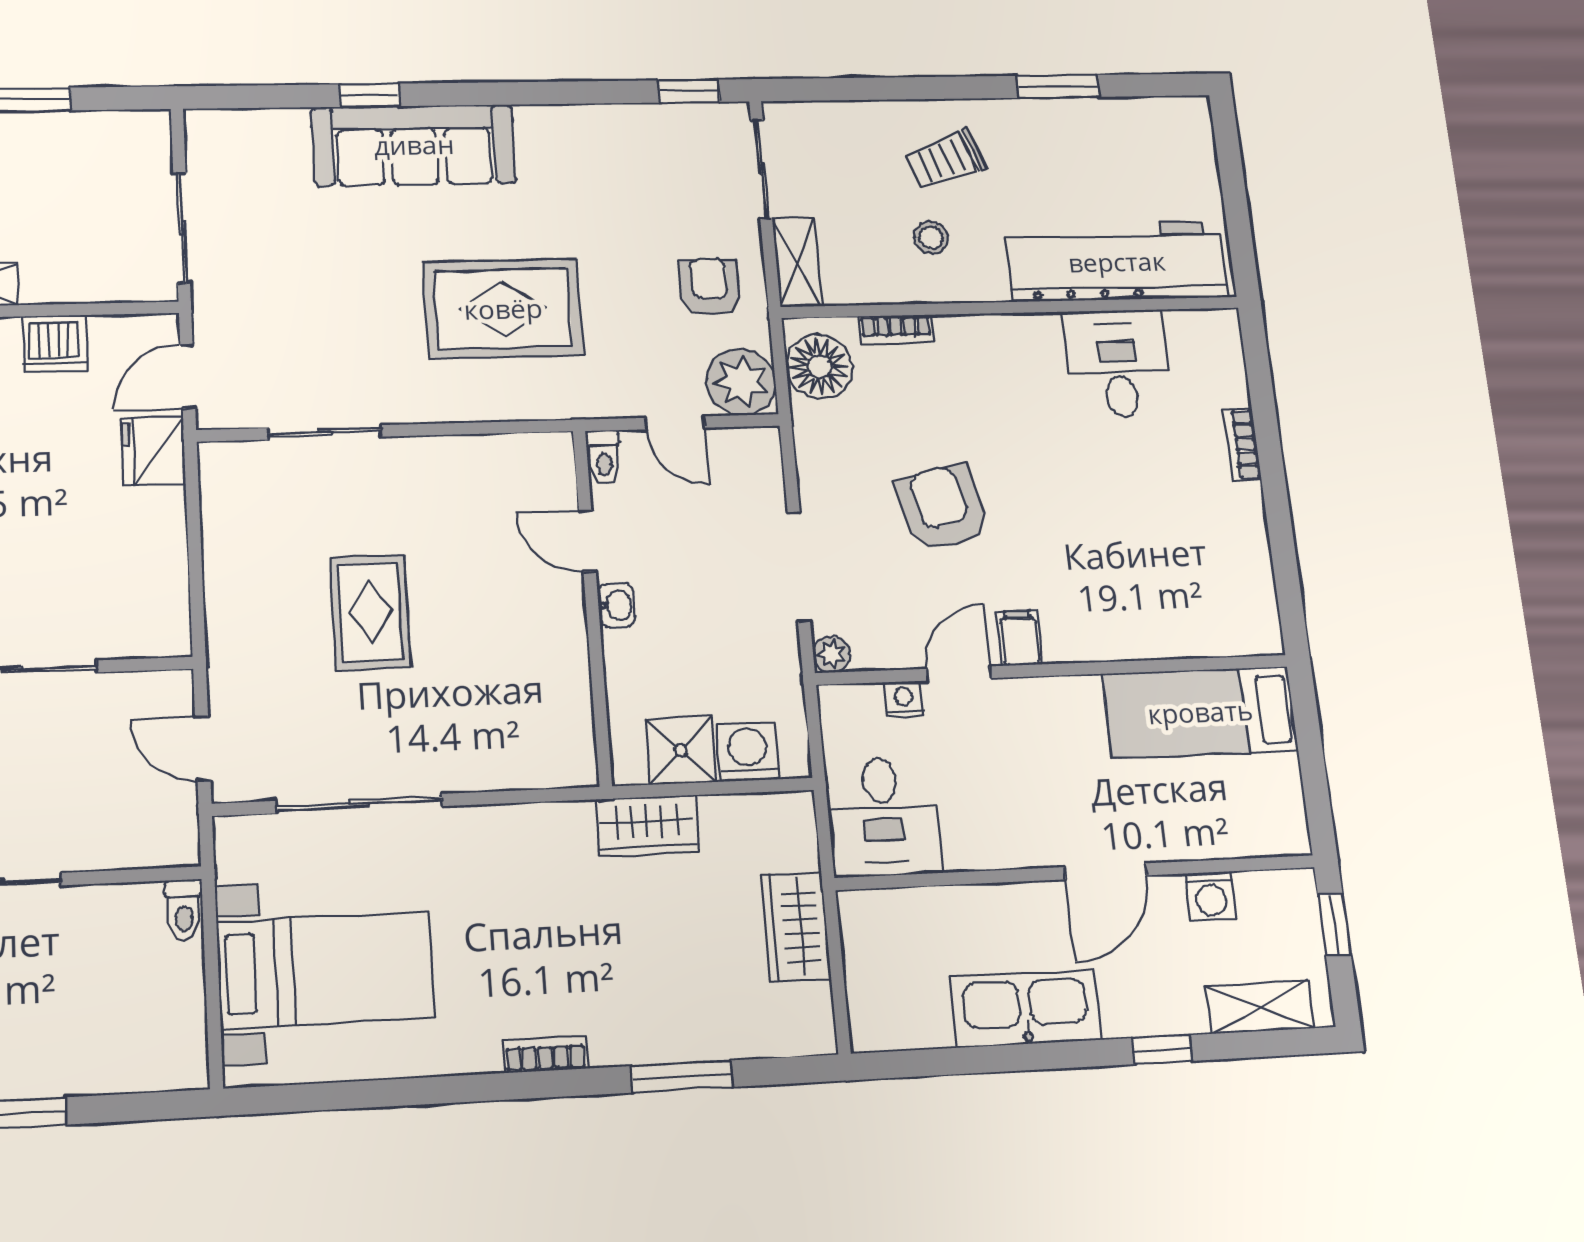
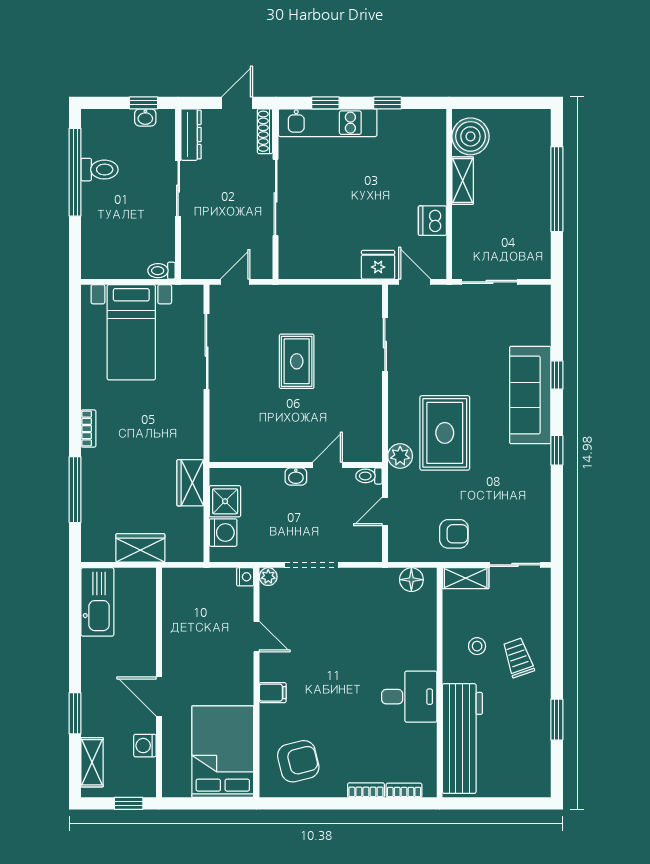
window: (689, 91) -> (557, 450), moved
bookcase: (896, 329) -> (404, 790), moved, turned 90
desk: (1118, 363) -> (409, 697), moved
floor lamp: (819, 367) -> (411, 580), width x0.73, depth x0.73
plant: (741, 382) -> (400, 456), moved, width x0.73, depth x0.73
armchair: (942, 508) -> (298, 761), moved
rug: (370, 612) -> (297, 361), turned 90
filing cabinet: (1019, 638) -> (273, 693), moved
nightstand: (904, 699) -> (245, 577), moved
bed: (1200, 712) -> (223, 752), width x1.50
desk: (883, 817) -> (190, 593), removed
kitchen sink: (1025, 1008) -> (97, 602), moved
window: (1162, 1050) -> (75, 713), width x1.50
window: (682, 1076) -> (75, 490), width x1.44

